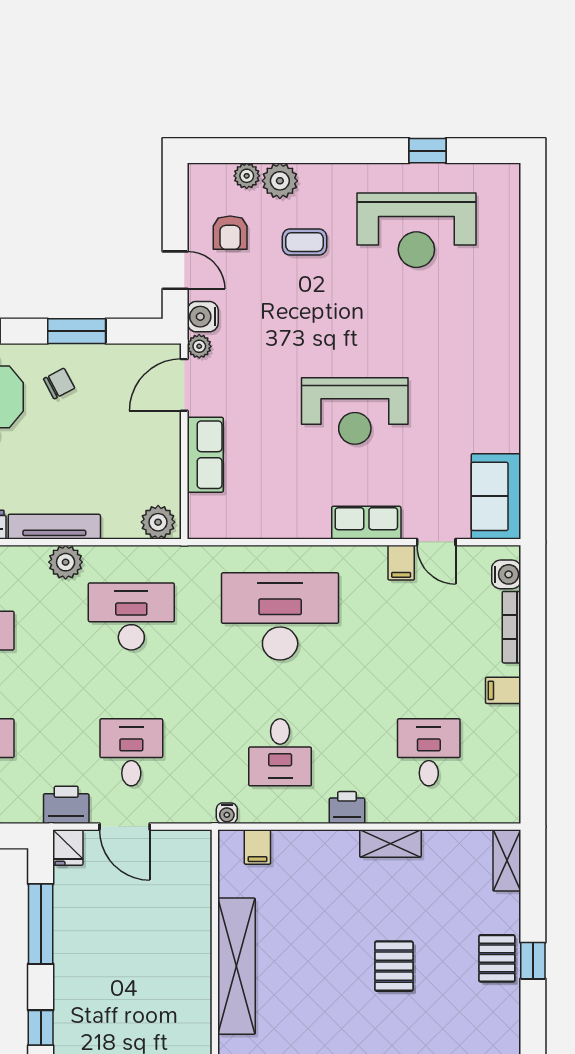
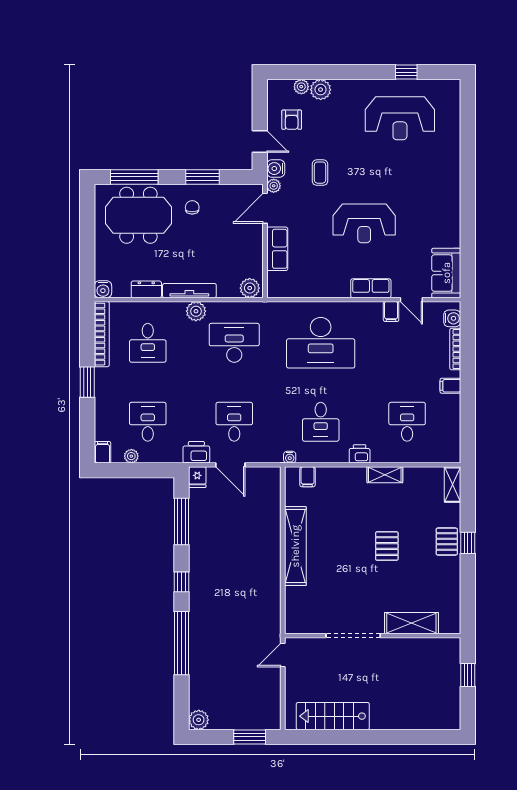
coffee table: (304, 242) -> (320, 173), moved, turned 90
chair: (59, 384) -> (192, 207), turned -62
desk: (280, 616) -> (321, 343), turned 180

